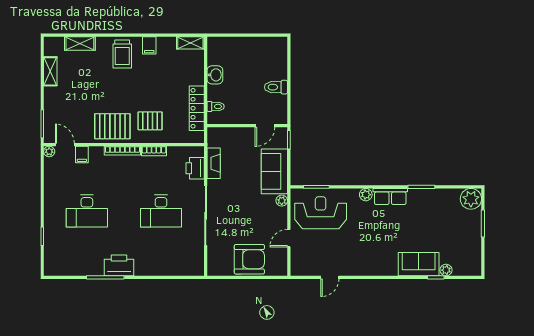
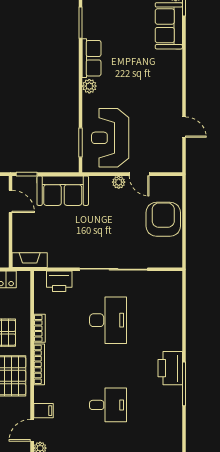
fireplace: (214, 163) -> (30, 260), moved
plant: (282, 201) -> (119, 182), moved
desk: (87, 211) -> (108, 405), width x0.73

